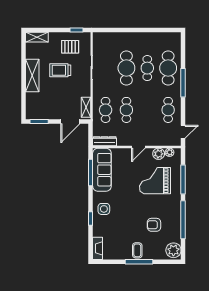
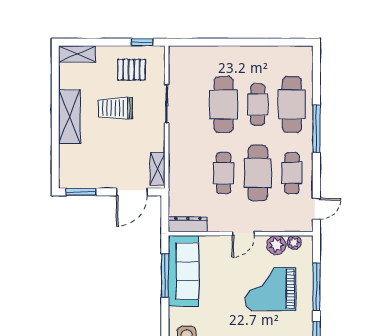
cafe table: (106, 110) -> (258, 173), moved, width x1.37, depth x1.35

